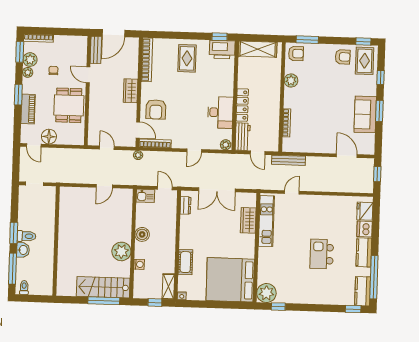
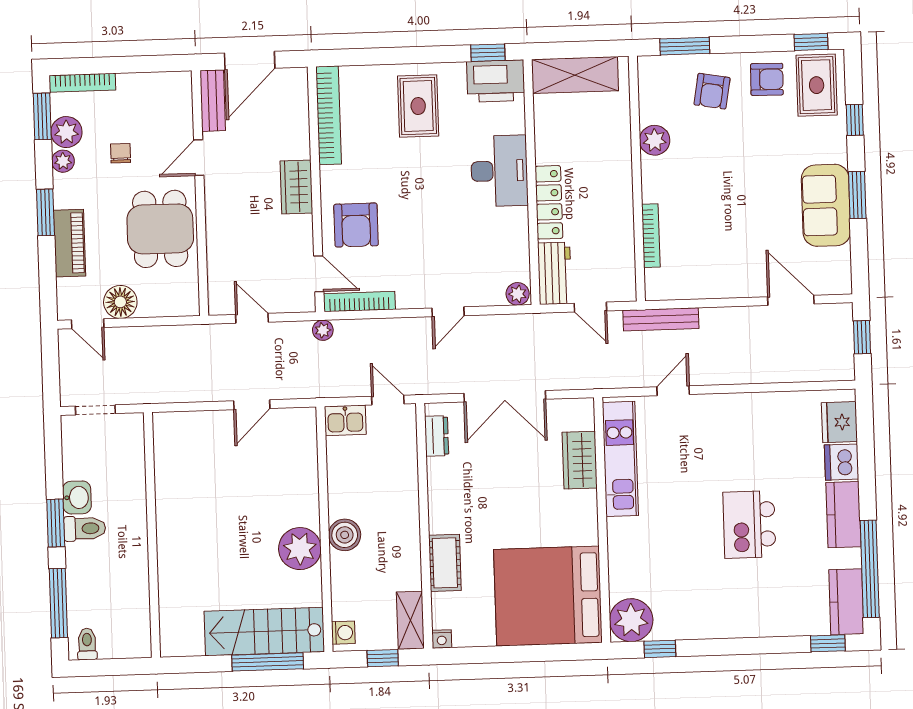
armchair: (296, 54) -> (712, 91), moved, turned 100
door: (88, 75) -> (199, 158), hinge flipped
desk: (220, 112) -> (499, 171), moved
boiler: (142, 234) -> (345, 535), moved
washbasin: (23, 250) -> (77, 497), moved
washing machine: (139, 264) -> (343, 633), moved

